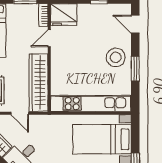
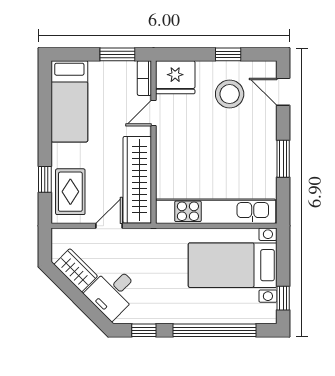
stool: (116, 57) -> (230, 94), moved
door: (20, 113) -> (109, 226), swing flipped

